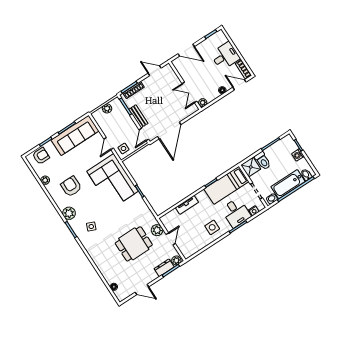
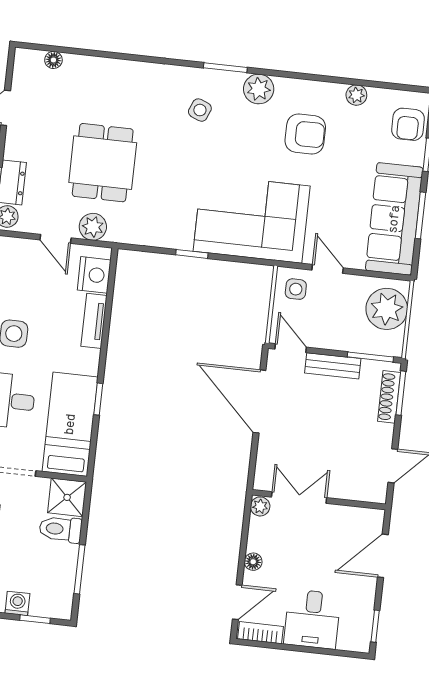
plant: (107, 108) -> (387, 309), width x1.87, depth x1.87
nightstand: (172, 217) -> (94, 275), added

